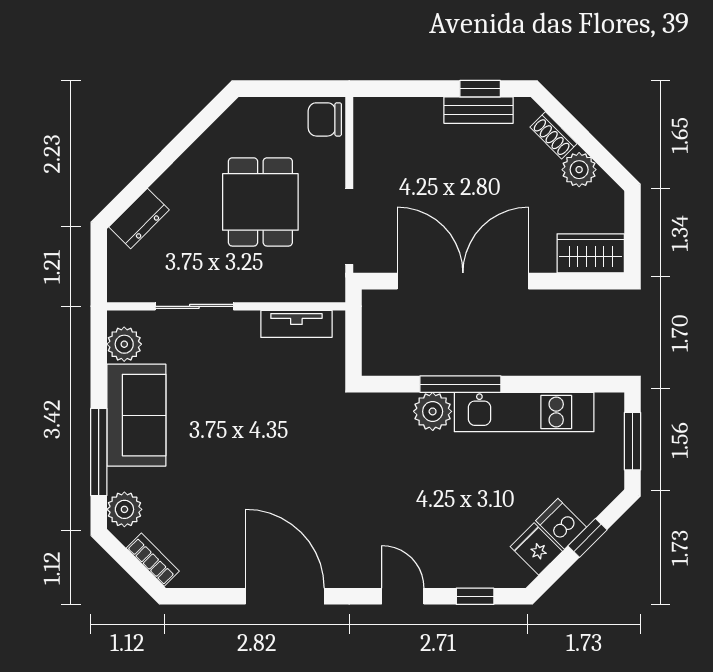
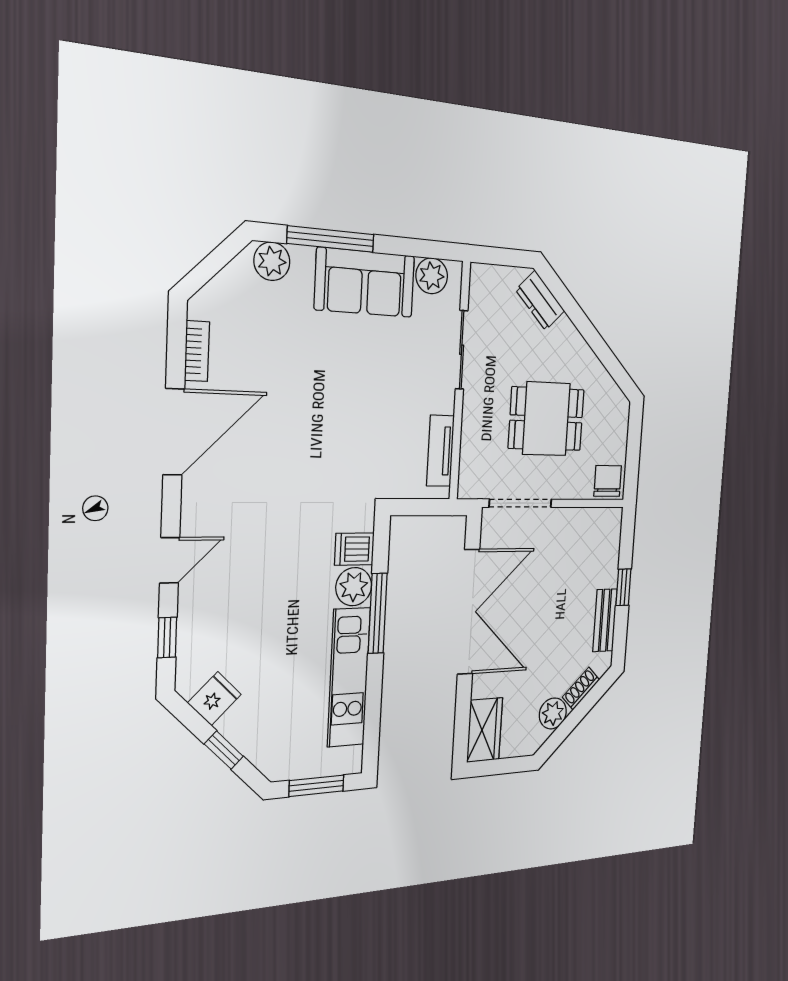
window: (480, 89) -> (623, 587), moved
dishwasher: (561, 524) -> (354, 549), moved, turned -135
bookcase: (153, 560) -> (197, 351), moved, turned -45

